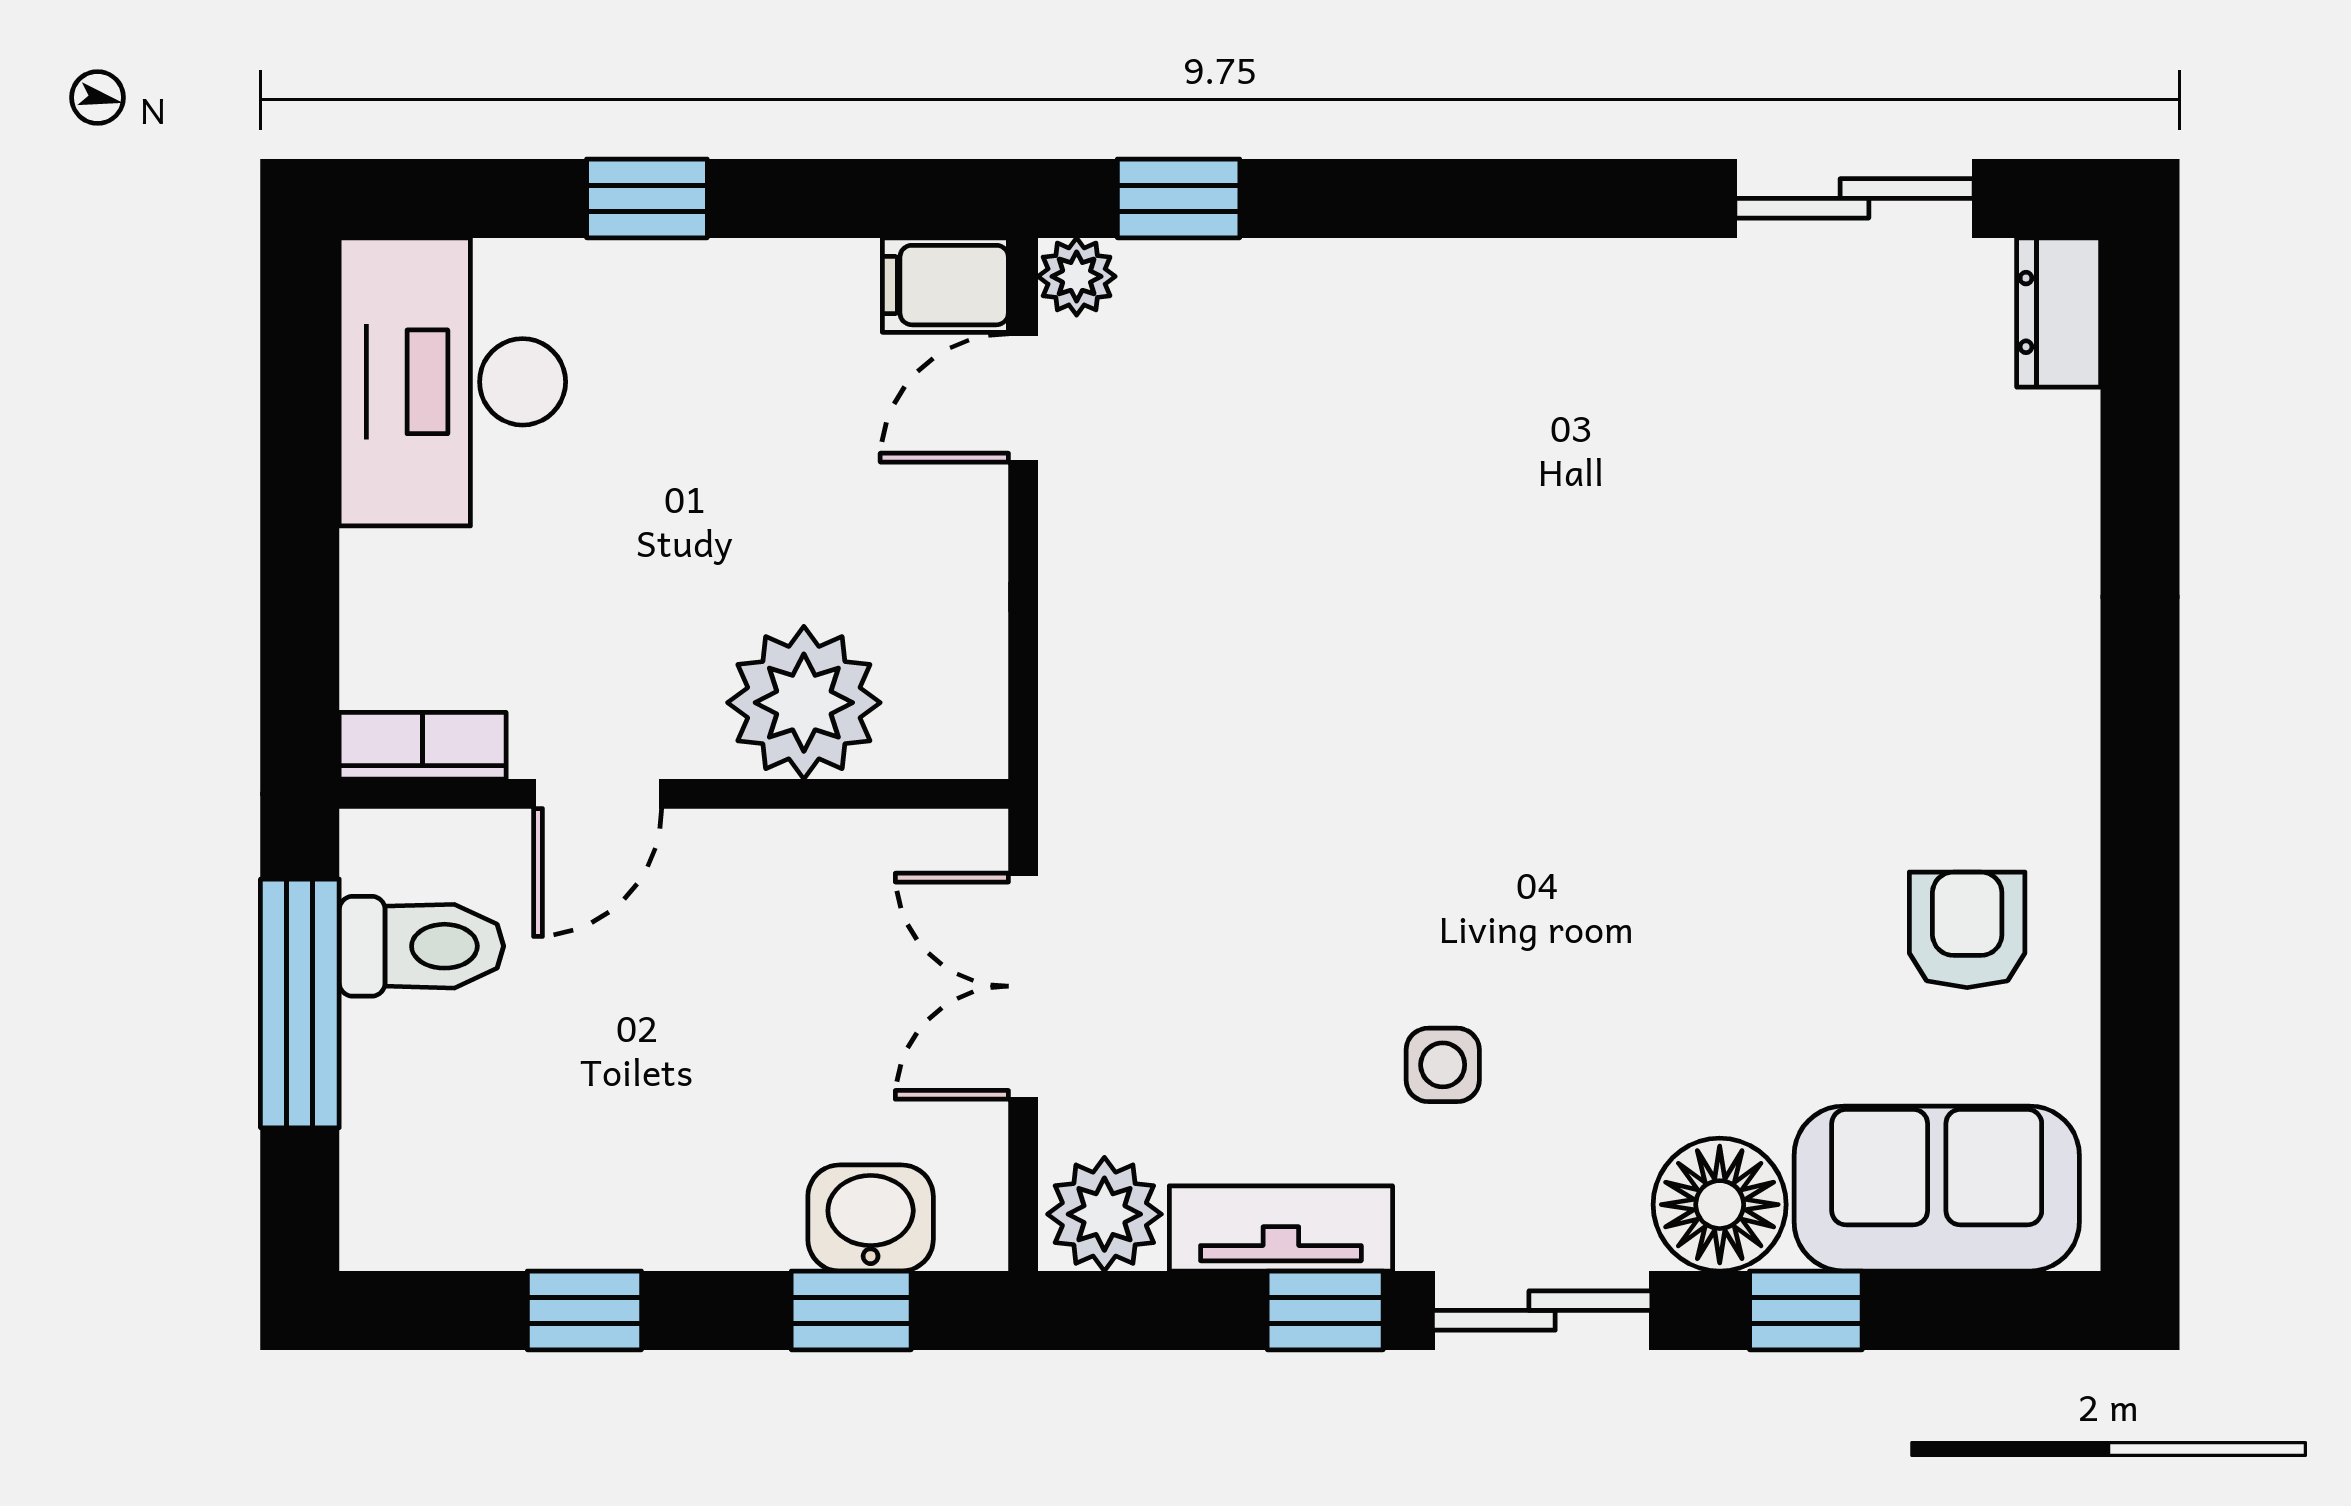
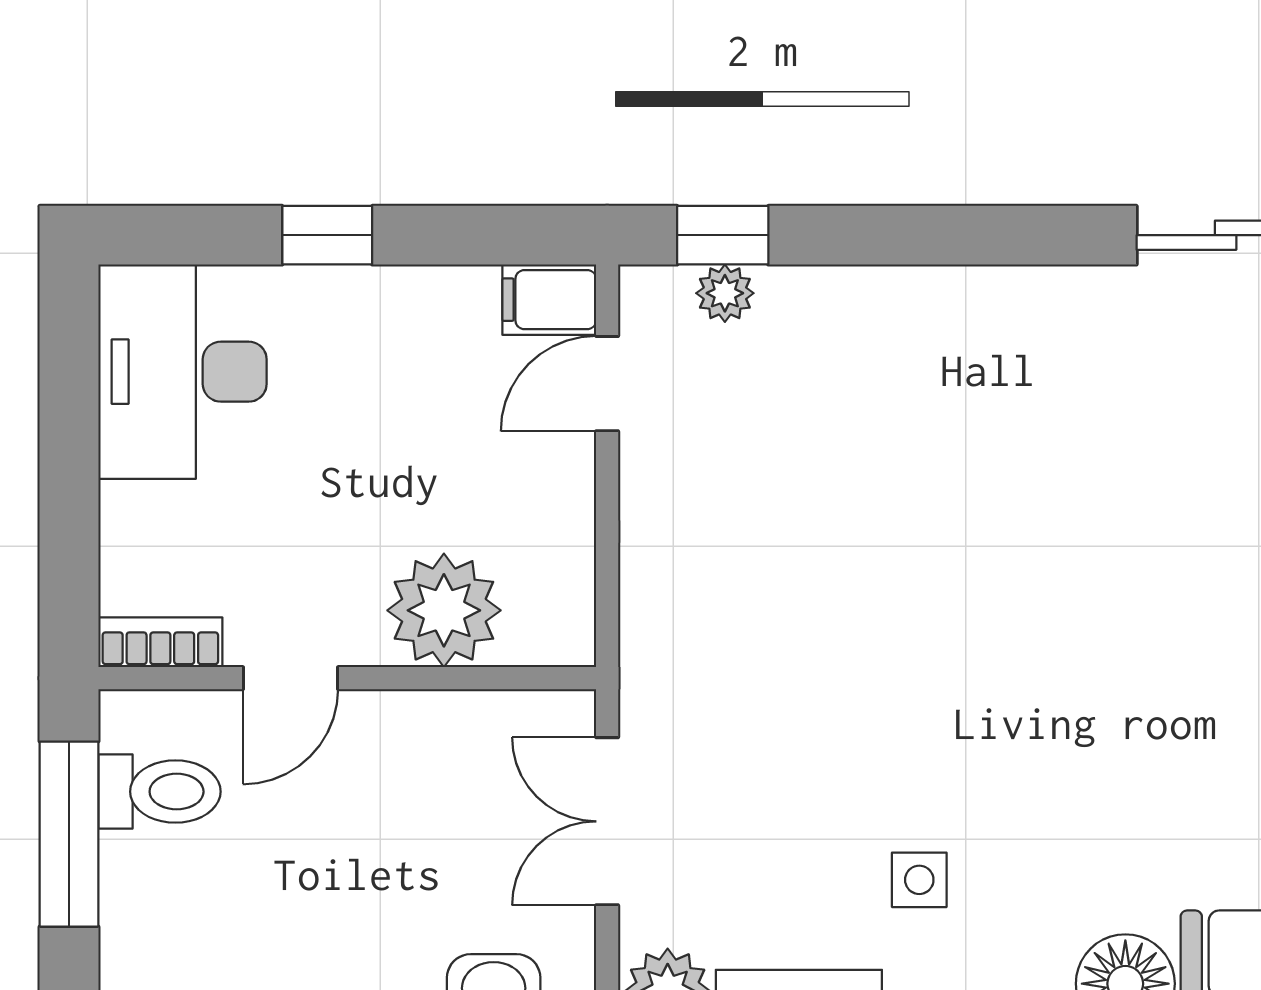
plant: (1077, 276) -> (725, 293), moved

